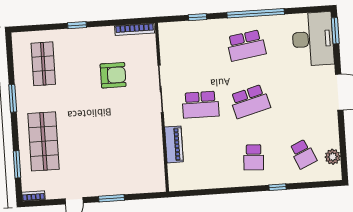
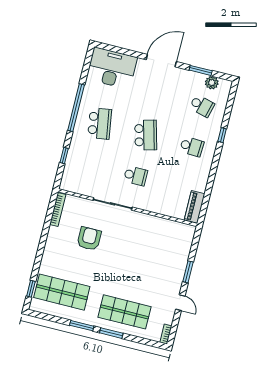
window: (77, 25) -> (31, 289), moved
window: (335, 31) -> (201, 70), moved
shop shelf: (43, 64) -> (62, 292), width x1.43, depth x1.36
school desk: (201, 105) -> (136, 176), width x0.54
piano: (174, 144) -> (194, 207), moved, turned -90
school desk: (303, 154) -> (202, 106), turned 39
window: (17, 164) -> (111, 333), moved

